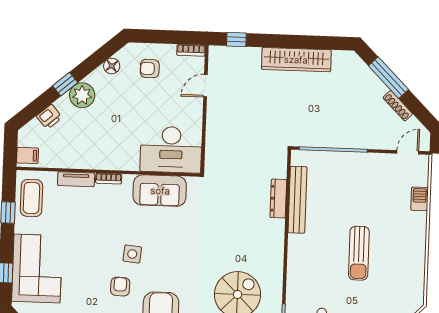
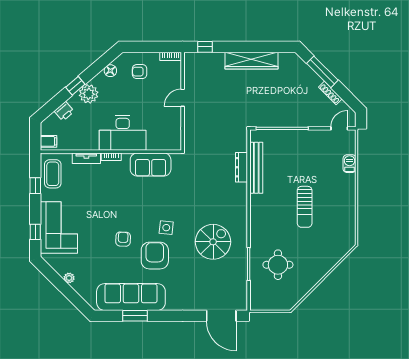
door: (205, 86) -> (183, 98), moved
desk: (171, 150) -> (123, 133), moved
side table: (132, 254) -> (166, 228), moved

